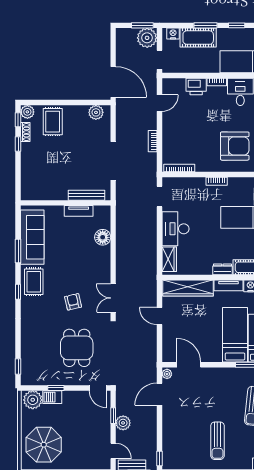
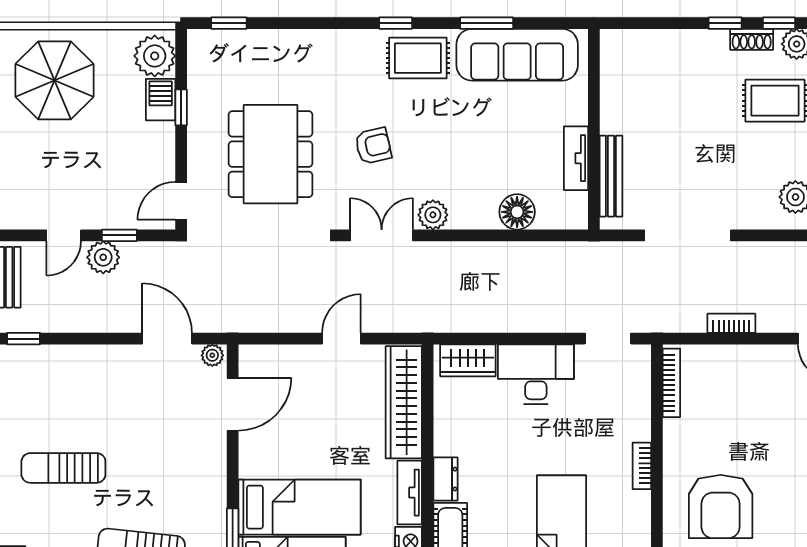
plant: (104, 275) -> (433, 215), added
dining table: (77, 348) -> (270, 154), width x1.38
door: (113, 451) -> (64, 235), moved

